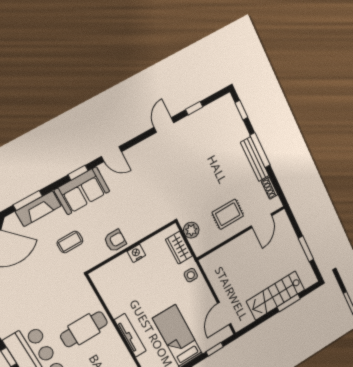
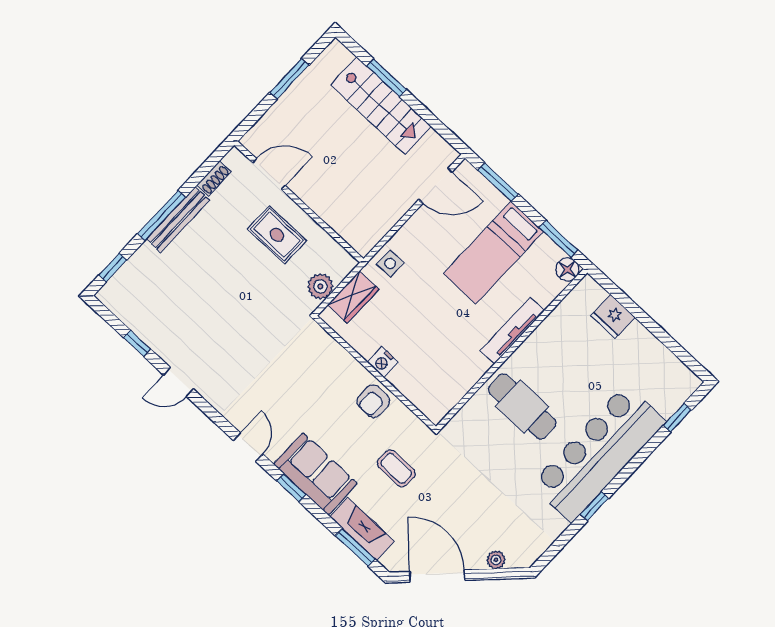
armchair: (115, 241) -> (373, 401), turned -90
window: (215, 349) -> (498, 182), width x1.50

